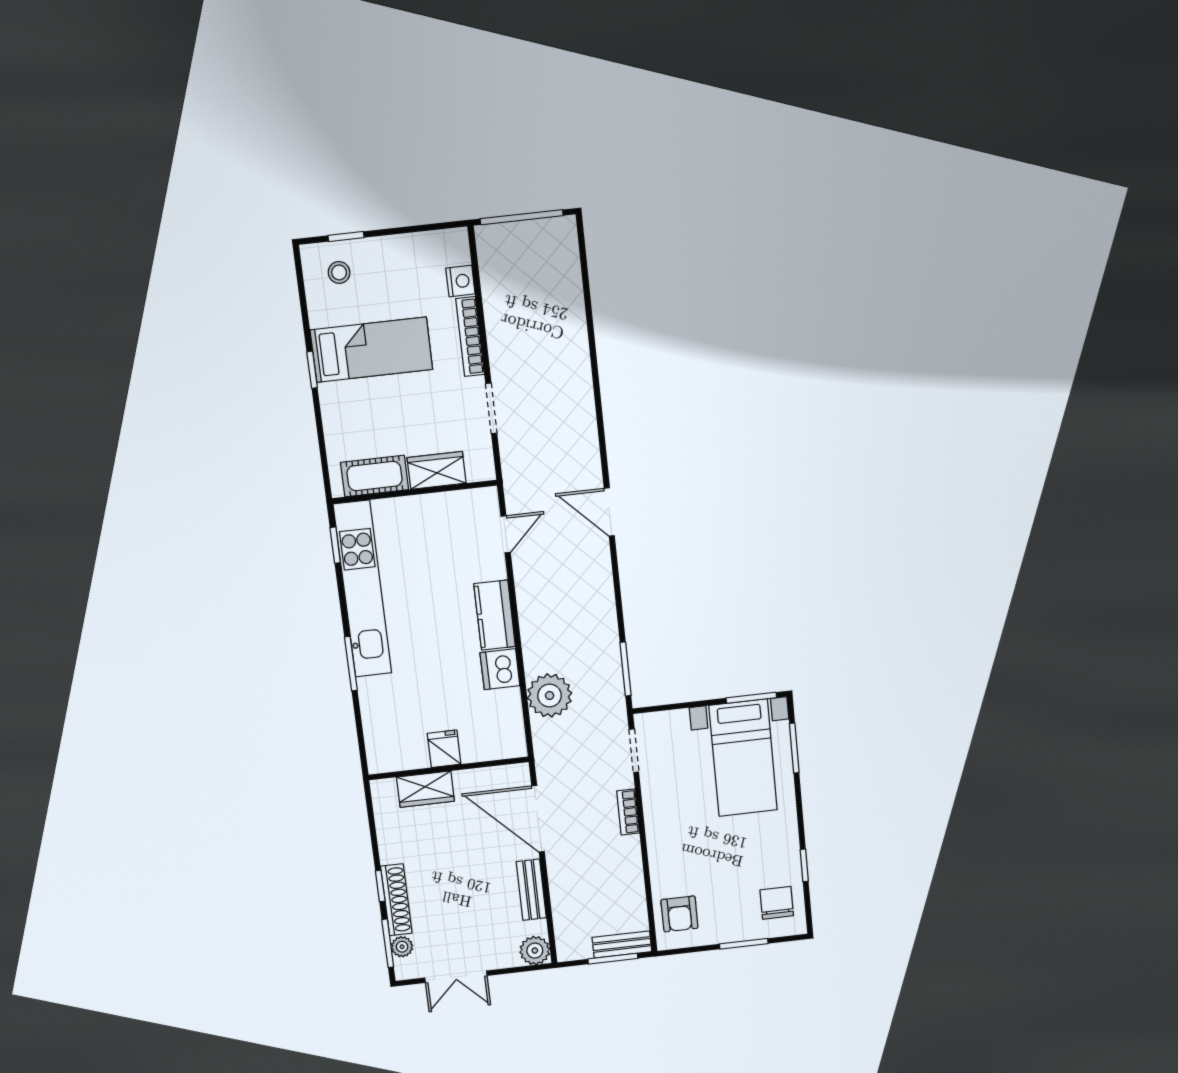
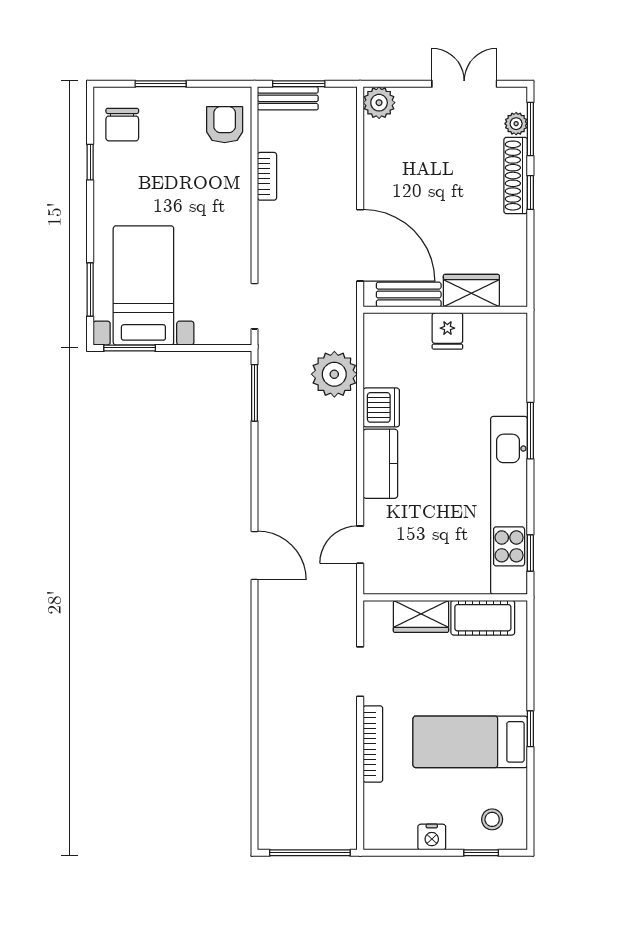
nightstand: (460, 281) -> (432, 837), moved, turned -90
bookcase: (628, 812) -> (267, 176), moved
bench: (531, 890) -> (409, 295), moved, turned 90

